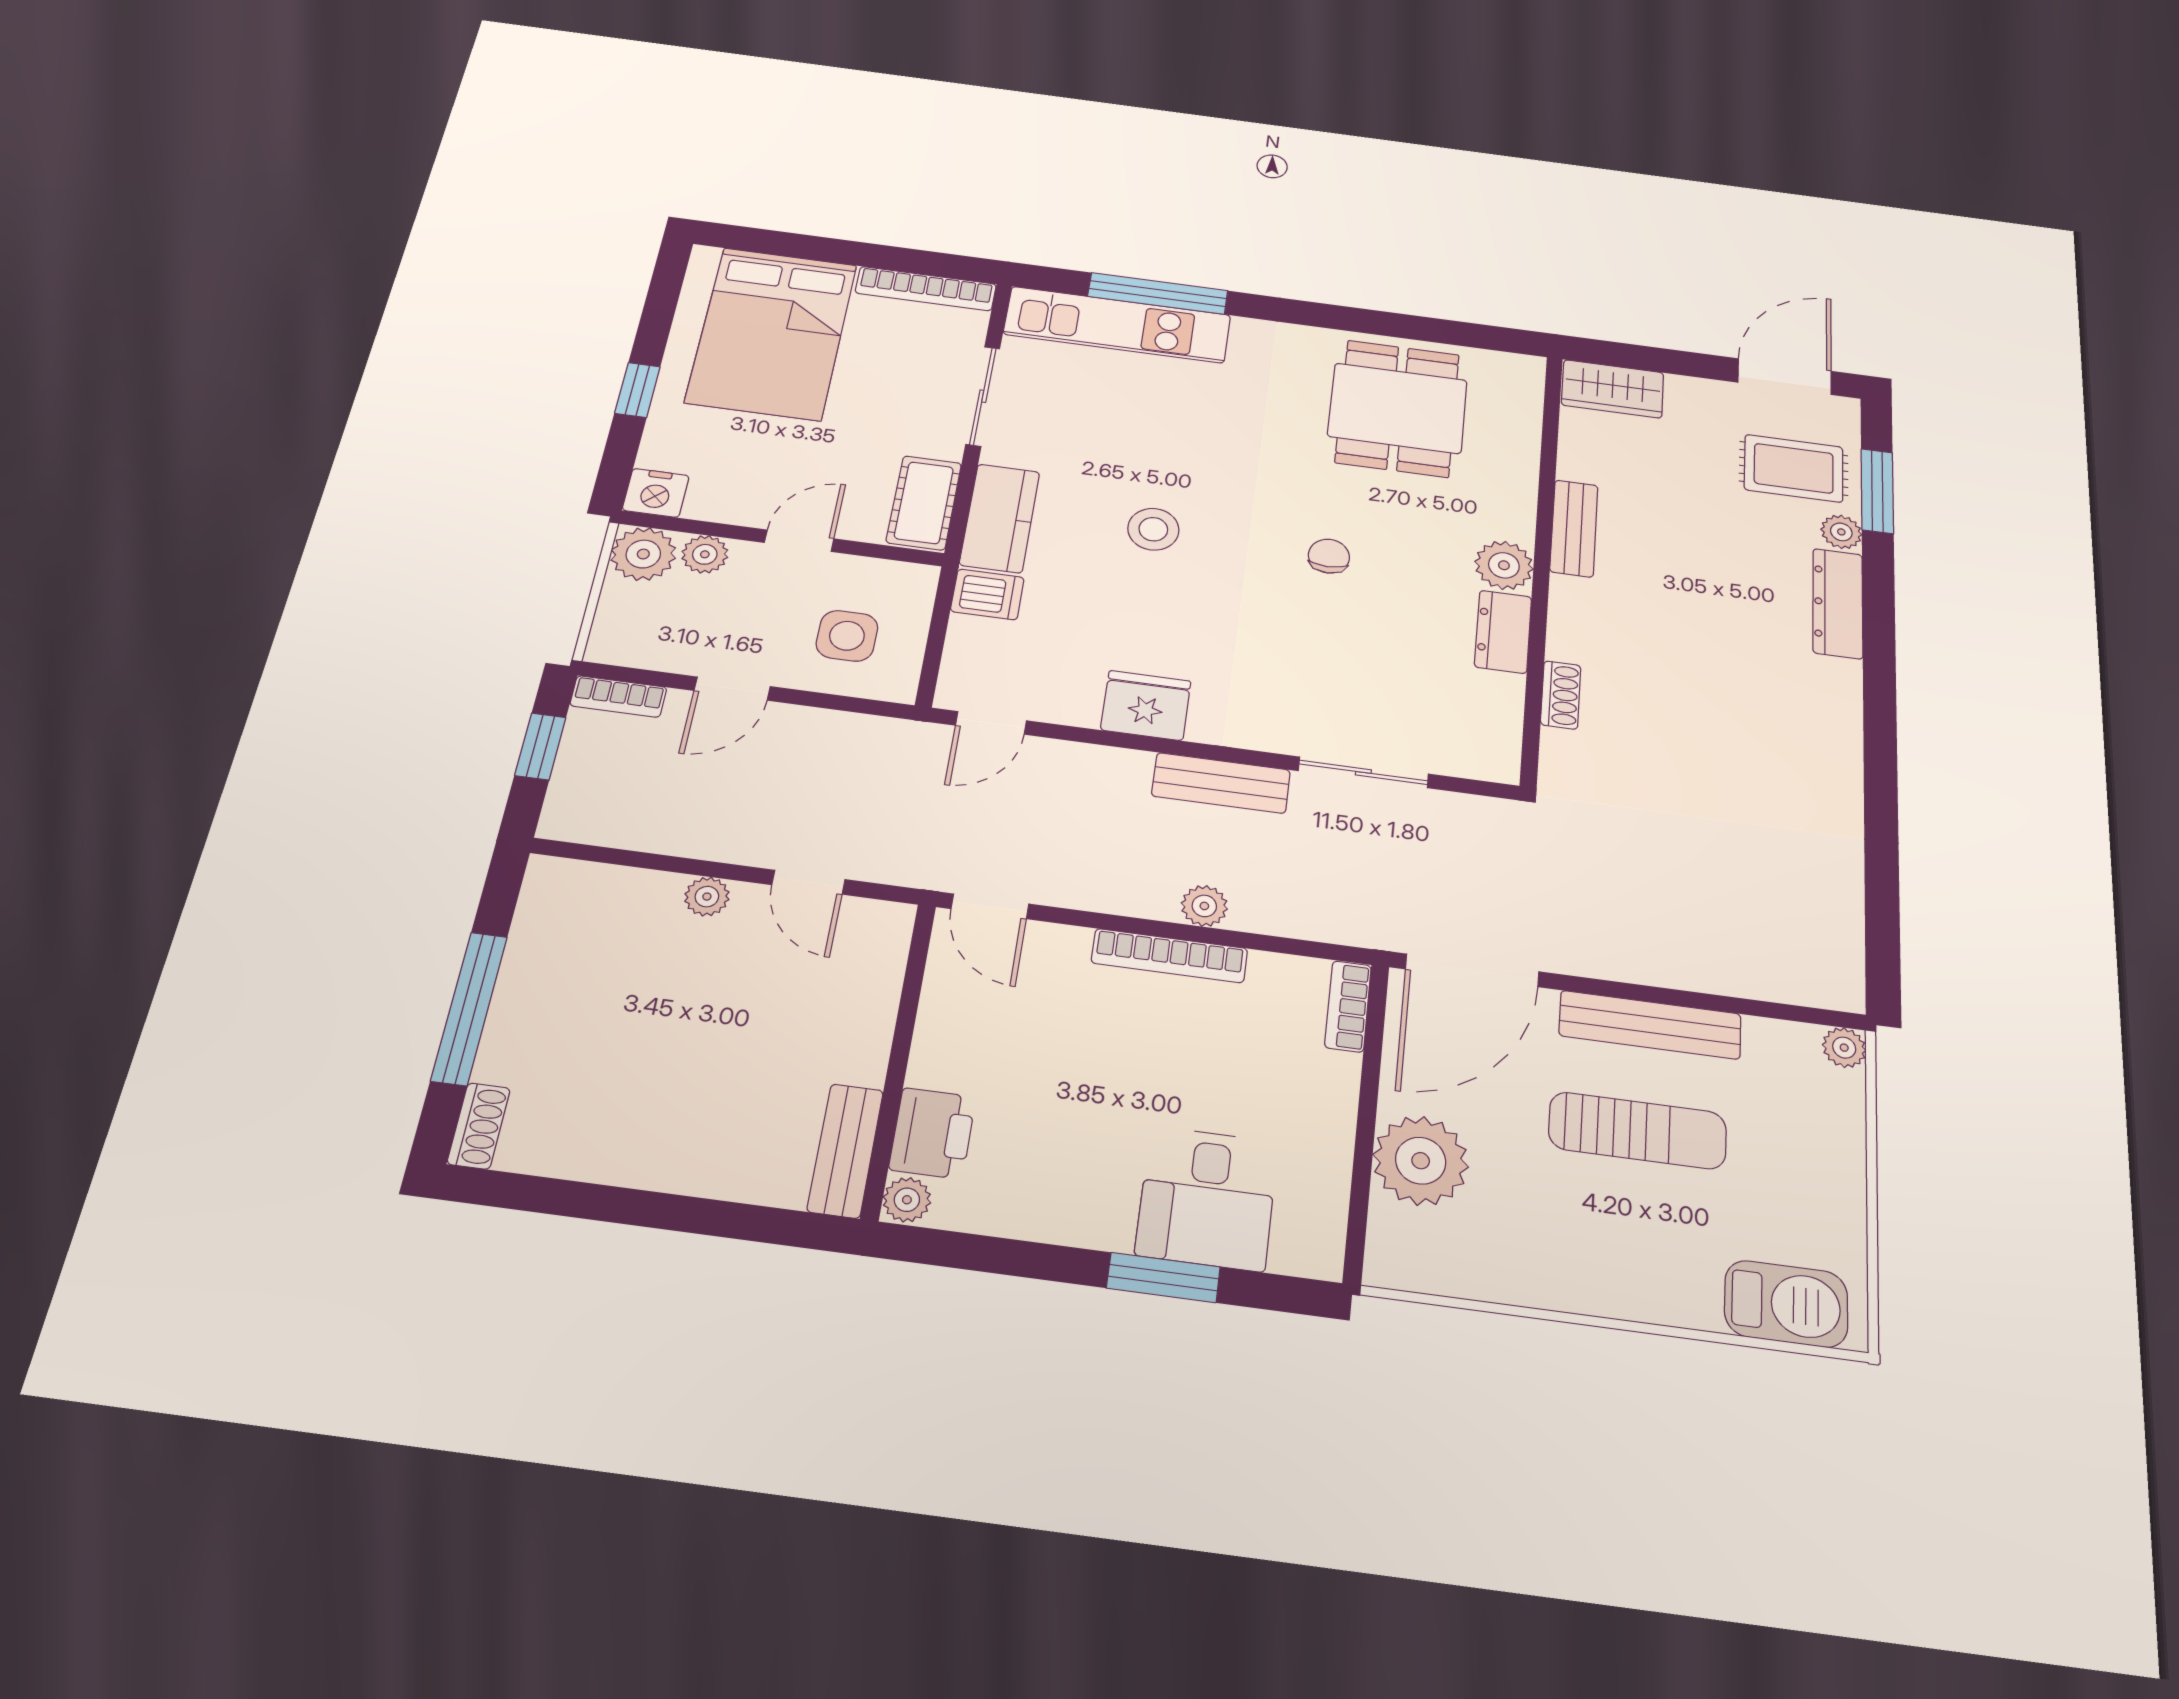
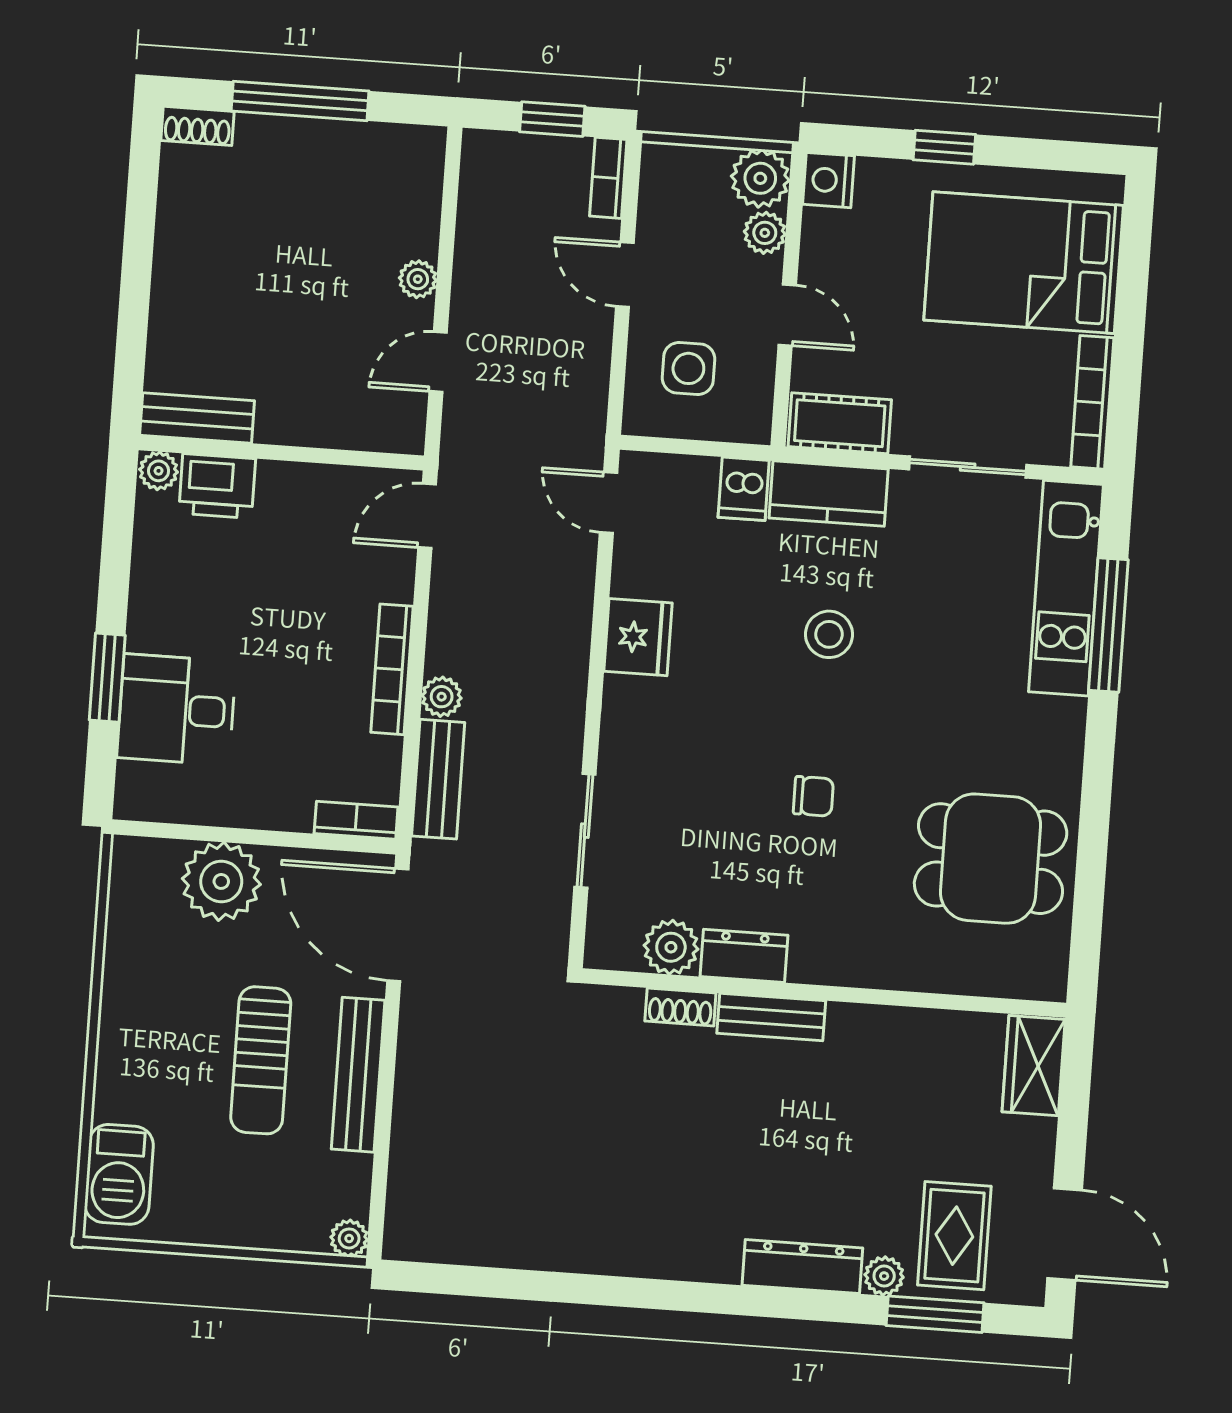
bench: (1574, 528) -> (771, 1017), moved
plant: (1504, 565) -> (671, 947), moved
bench: (1221, 783) -> (438, 779), moved

